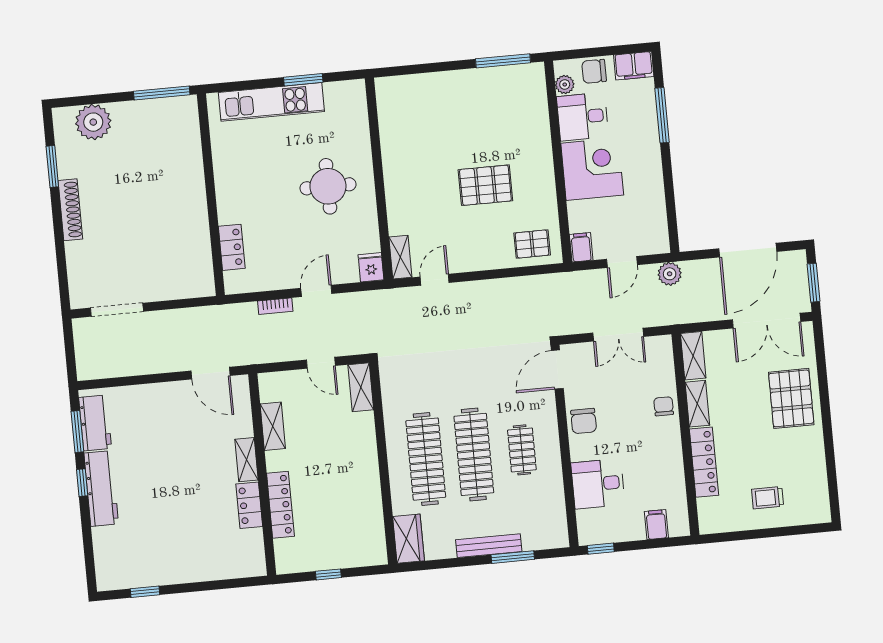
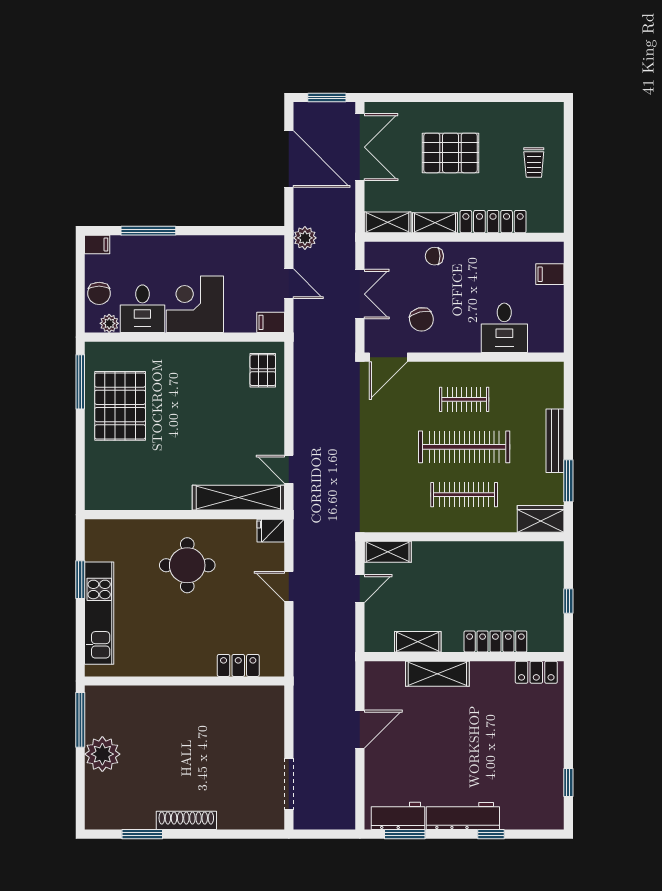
filing cabinet: (634, 66) -> (97, 244), width x0.50
plant: (93, 122) -> (102, 754), moved
pallet: (485, 185) -> (120, 406), moved, width x1.37, depth x1.41
shelving: (400, 257) -> (238, 498), width x2.20, depth x1.33
bookcase: (275, 306) -> (300, 628), removed
door: (557, 369) -> (388, 357), hinge flipped
door: (210, 373) -> (360, 729), moved
pallet: (791, 398) -> (450, 153), moved
chair: (584, 421) -> (421, 319), moved, turned 76
clothes rail: (426, 459) -> (464, 495), width x0.73, depth x0.76
shelving: (247, 460) -> (437, 674), width x1.50, depth x1.33
window: (82, 483) -> (491, 834), moved
locker: (249, 505) -> (536, 672), moved
window: (601, 549) -> (568, 331), removed
window: (513, 557) -> (568, 481), moved

